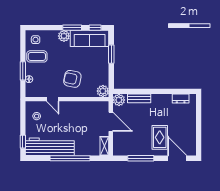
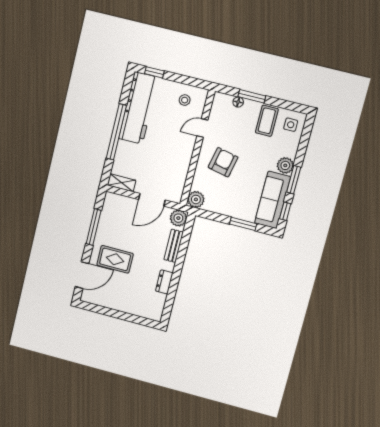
dresser: (181, 99) -> (164, 282), moved

